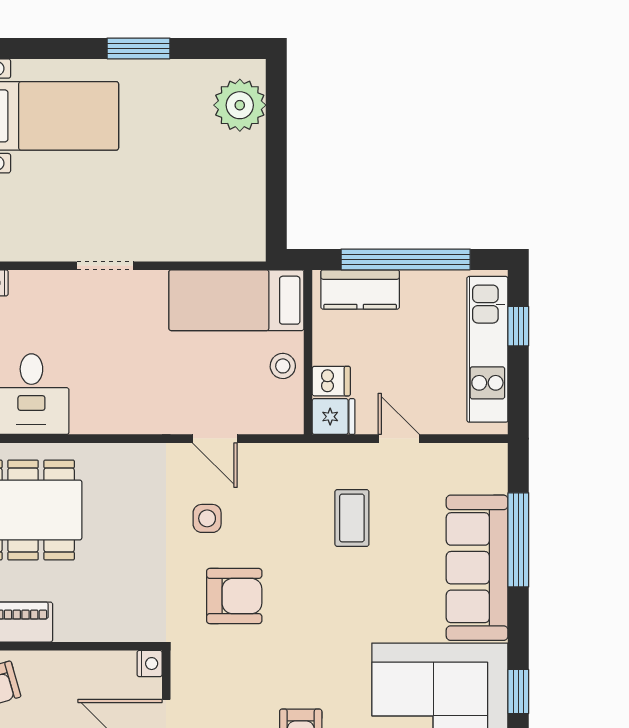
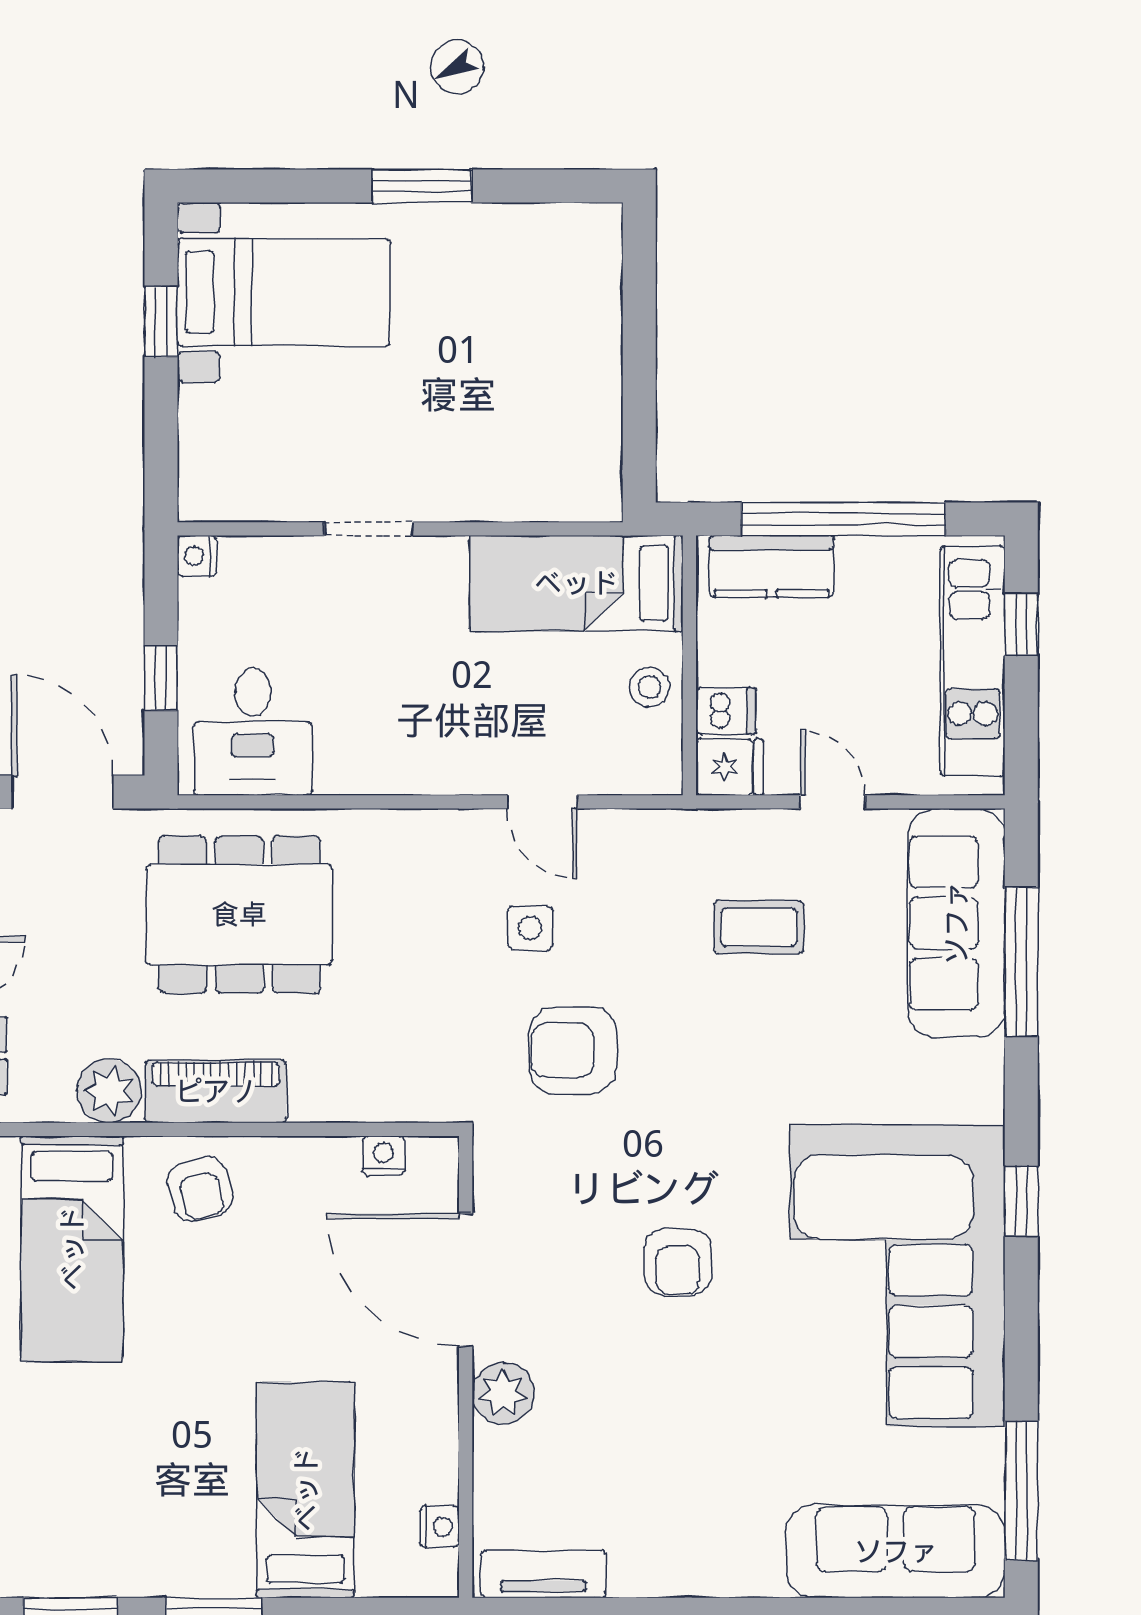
plant: (240, 105) -> (582, 275), removed
coffee table: (352, 518) -> (759, 927), turned 90
sofa: (477, 568) -> (956, 923), moved
armchair: (234, 596) -> (573, 1050), turned 180
nightstand: (150, 664) -> (384, 1156), moved, turned -90

